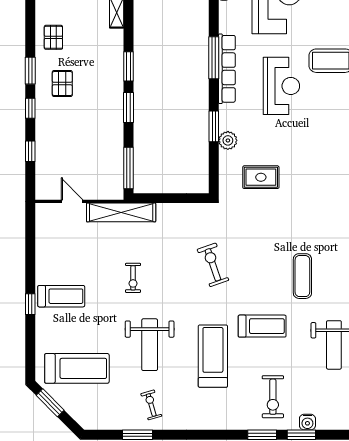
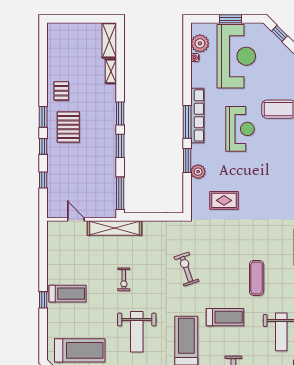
window: (214, 58) -> (187, 122), moved
pallet: (62, 84) -> (68, 127), width x1.50, depth x1.42

